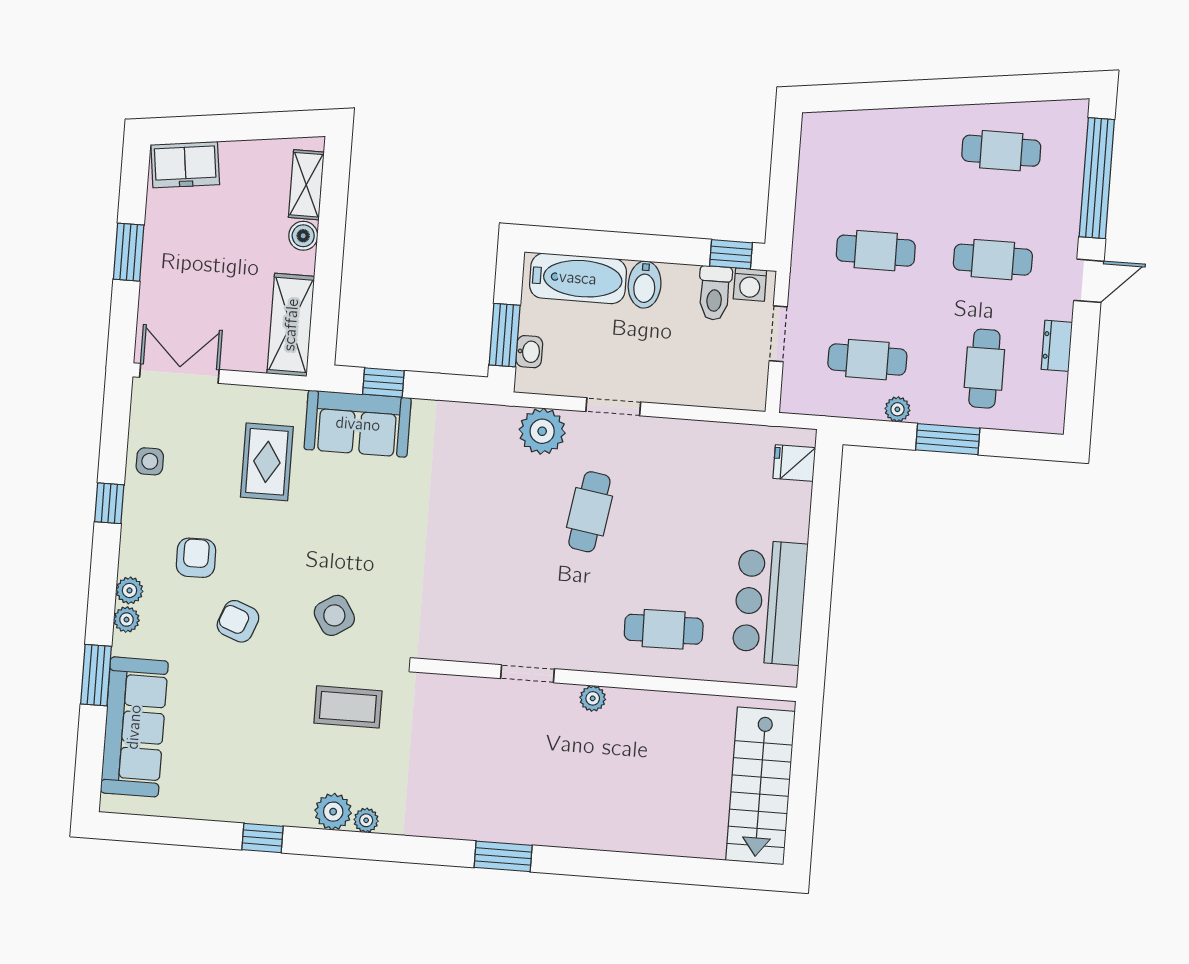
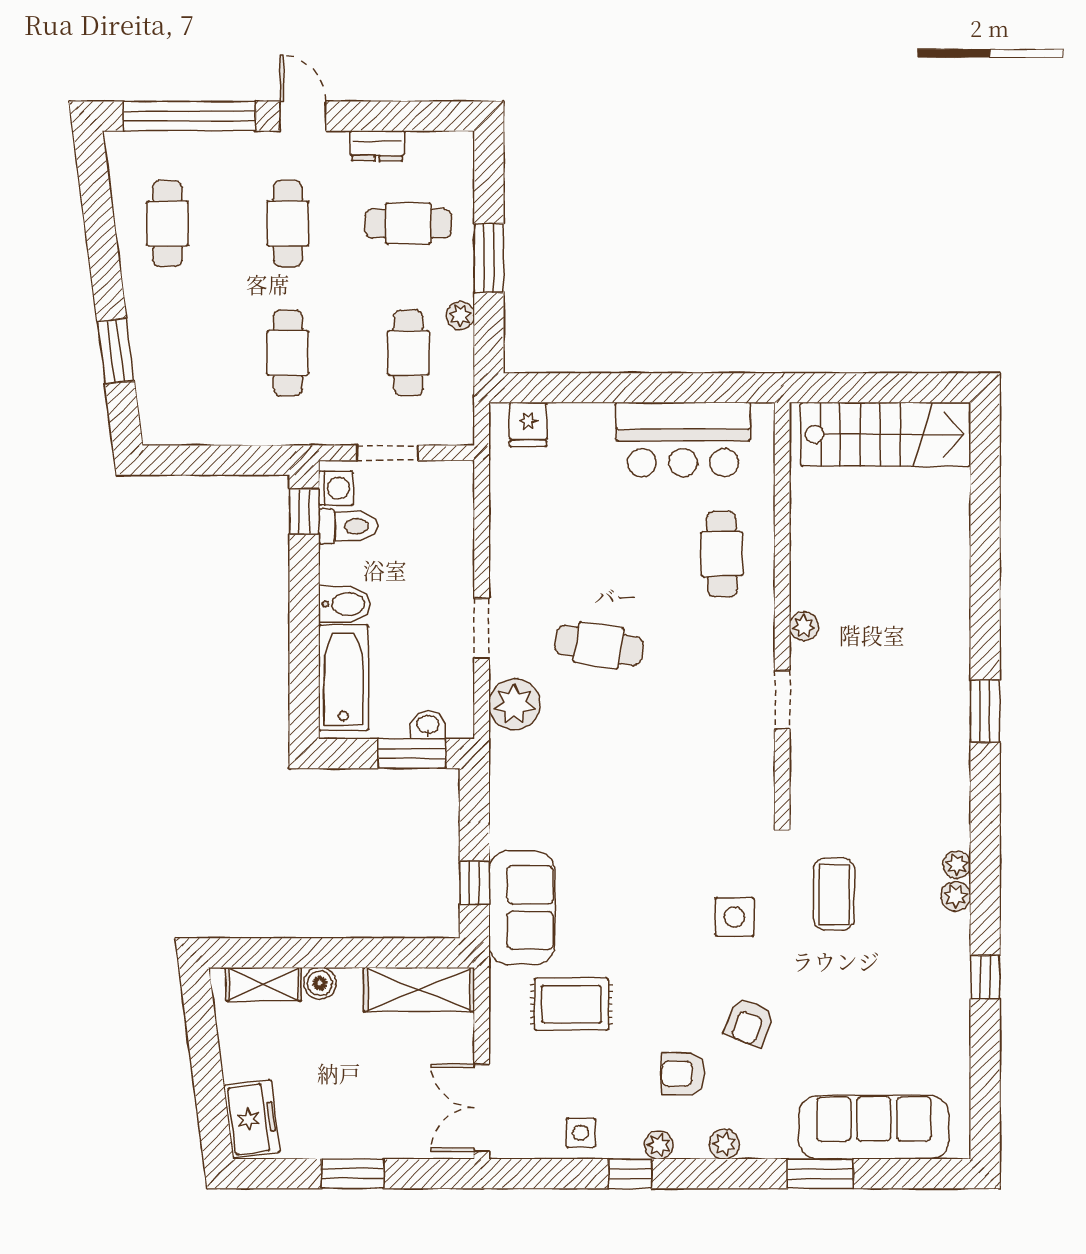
window: (889, 95) -> (116, 351), added
side table: (334, 615) -> (734, 917), turned 32
plant: (127, 620) -> (659, 1145), moved
plant: (333, 812) -> (956, 896), width x0.73, depth x0.73

